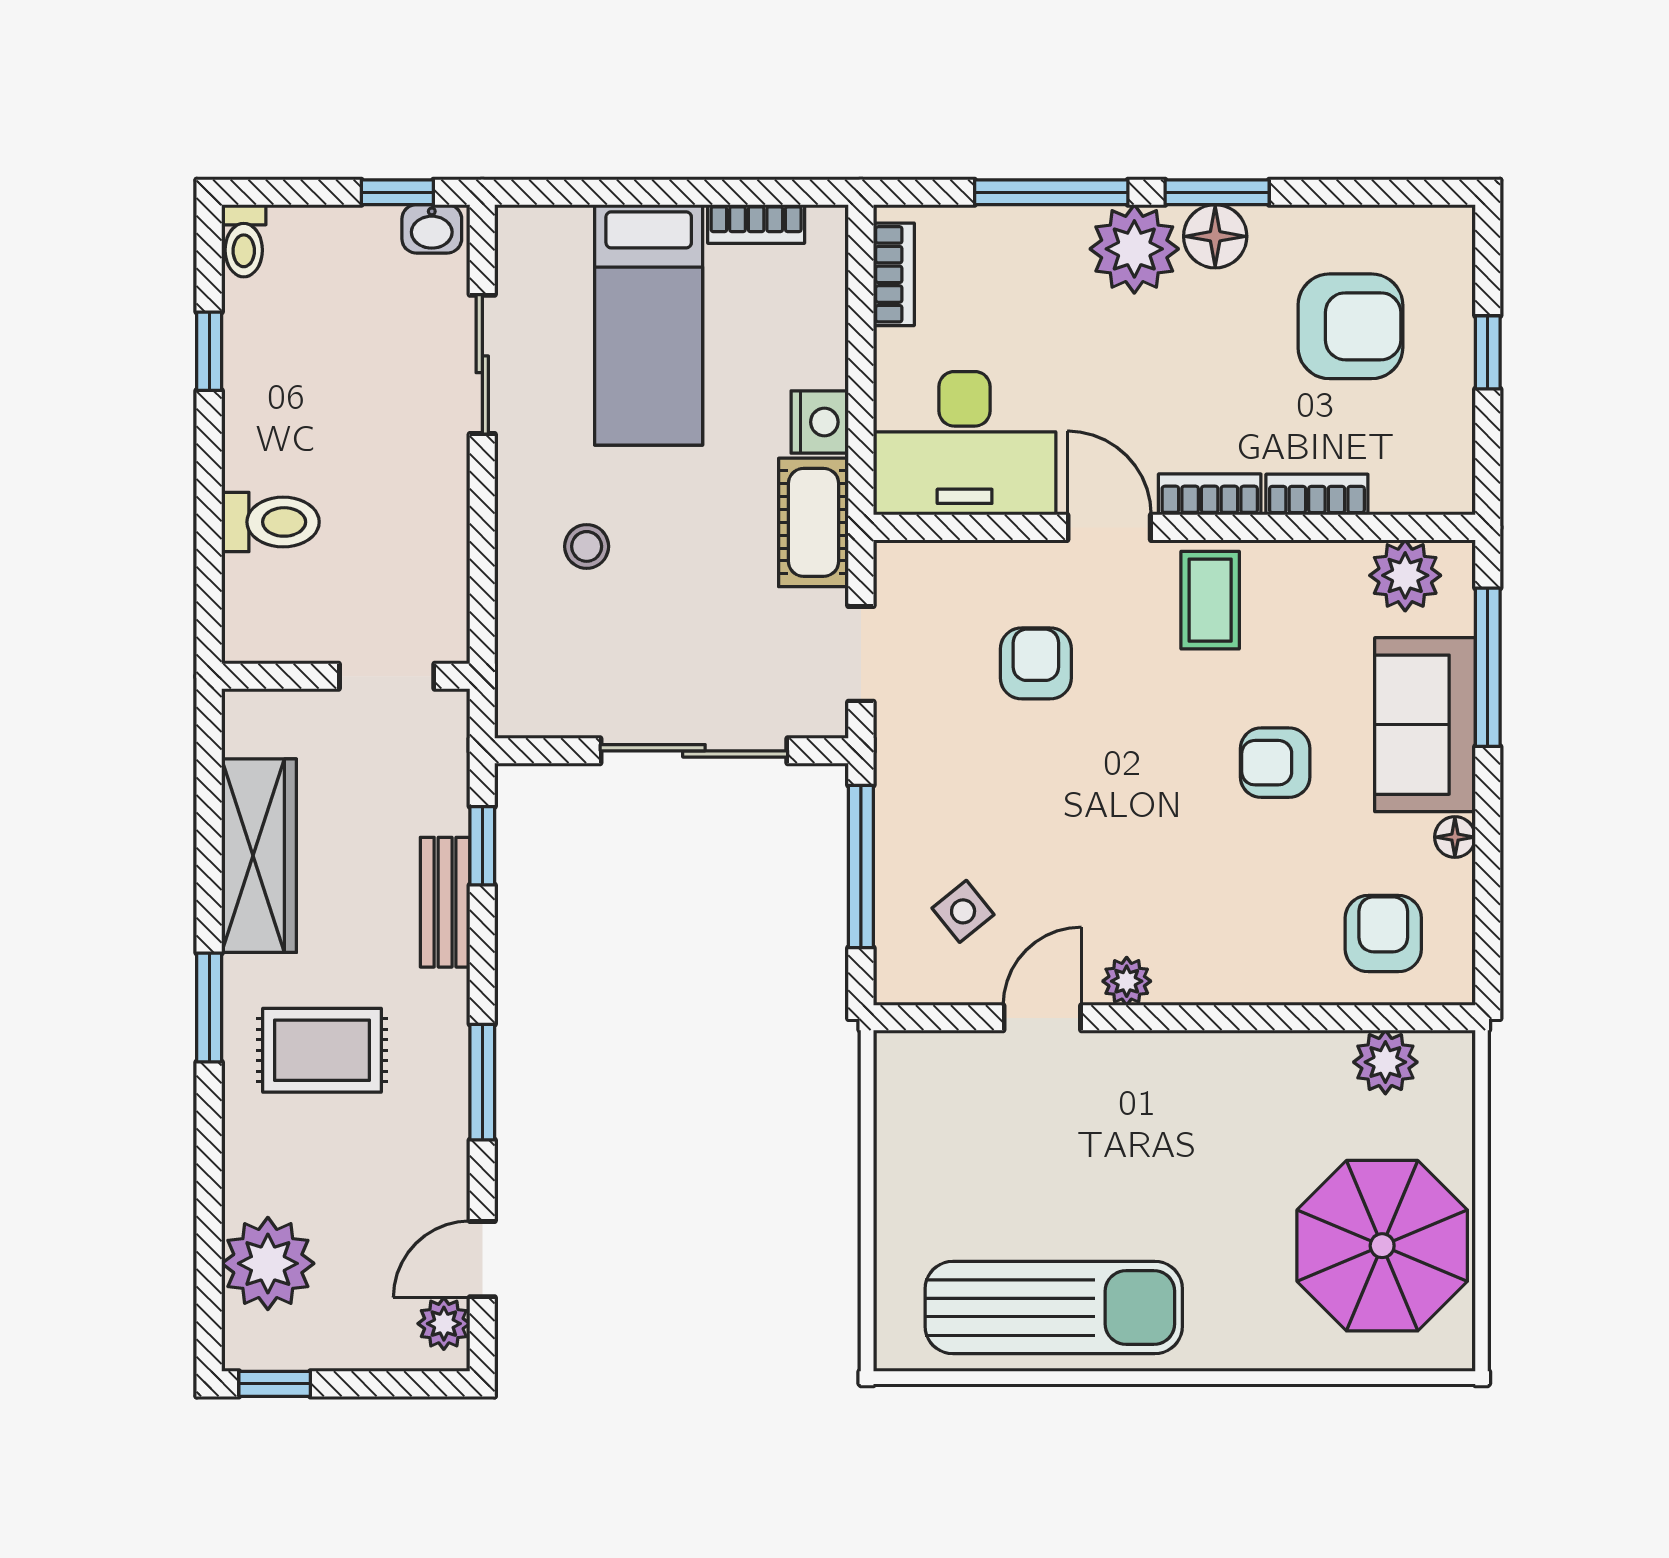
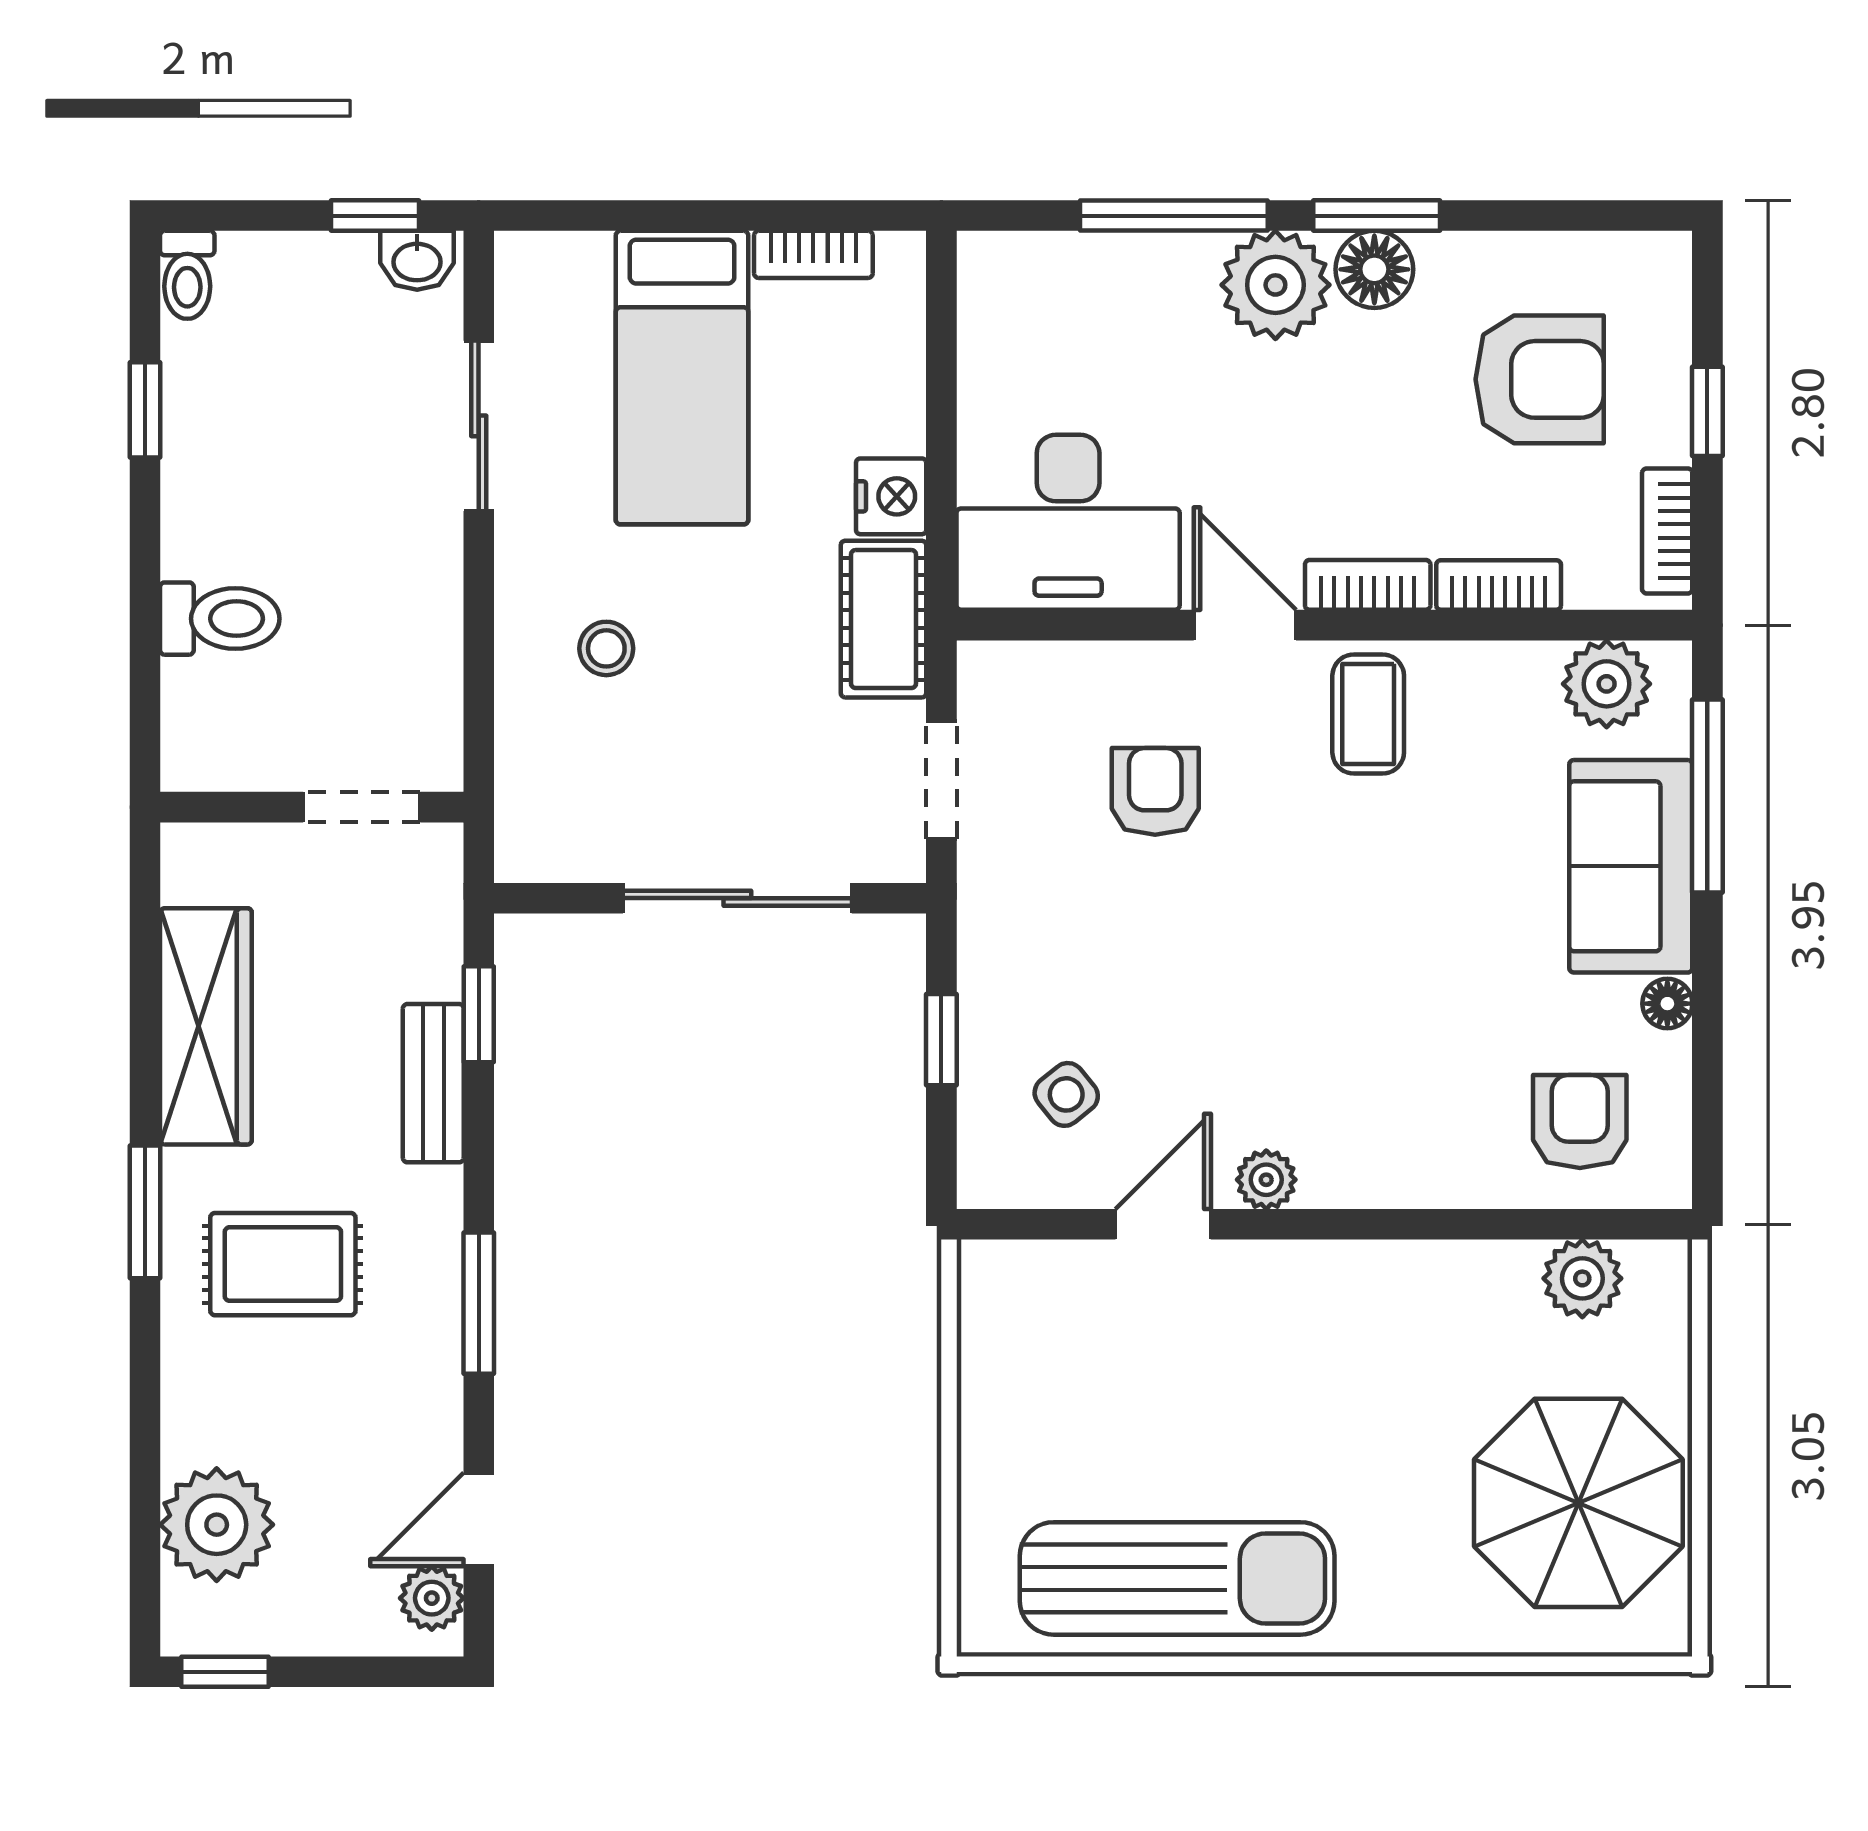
bookcase: (894, 274) -> (1667, 531), moved, turned 180
armchair: (1275, 763) -> (1447, 913), removed
window: (861, 867) -> (941, 1040), width x0.46

